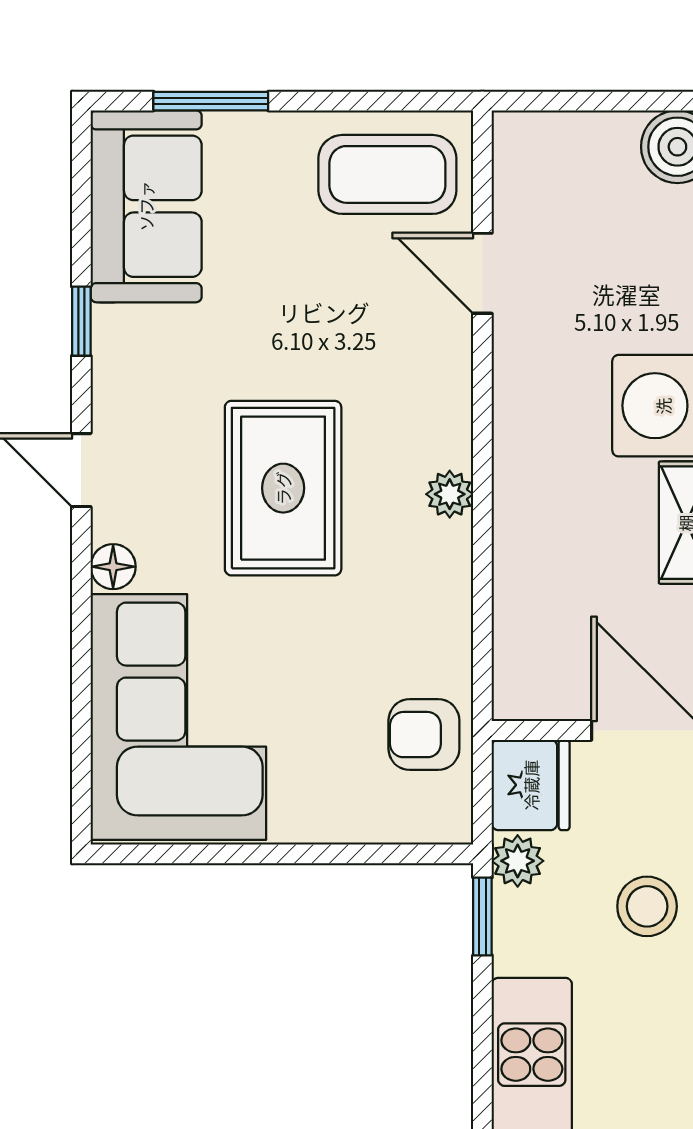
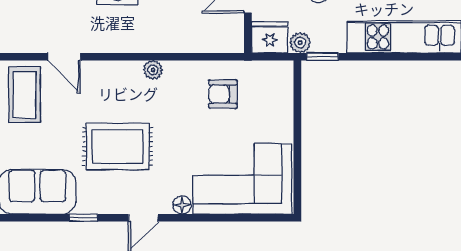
door: (482, 273) -> (64, 57), hinge flipped
rug: (283, 488) -> (118, 146), moved
armchair: (424, 735) -> (223, 94), moved, turned 90

